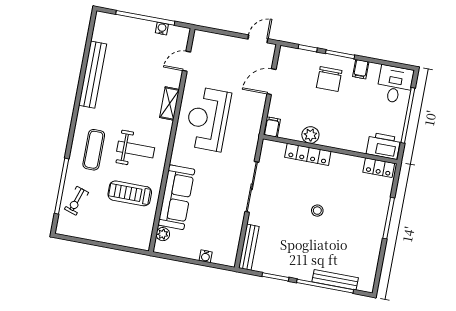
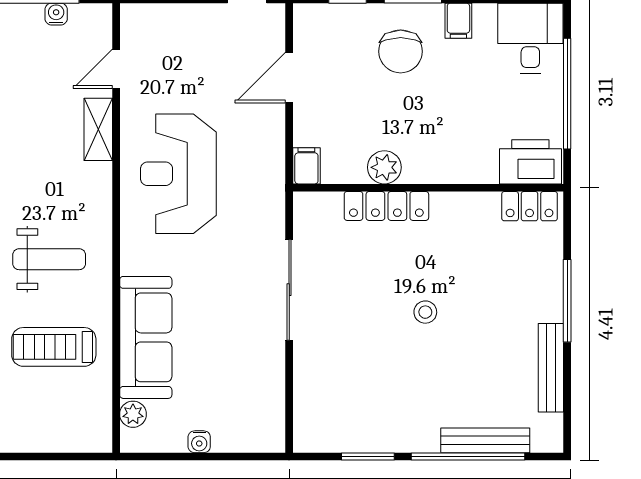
shelving: (169, 103) -> (98, 129), moved
bench: (249, 247) -> (551, 368), moved
water cooler: (206, 256) -> (199, 442), moved

